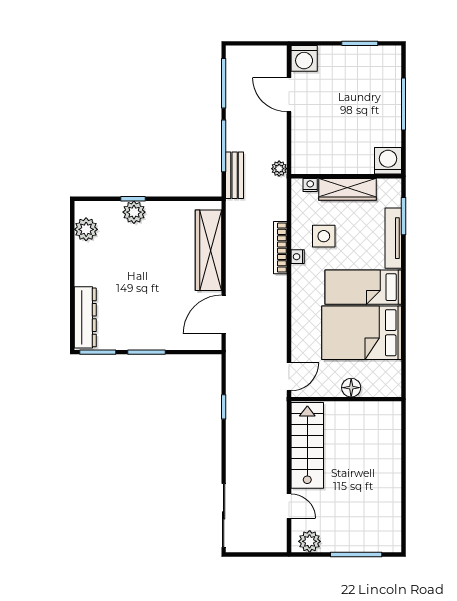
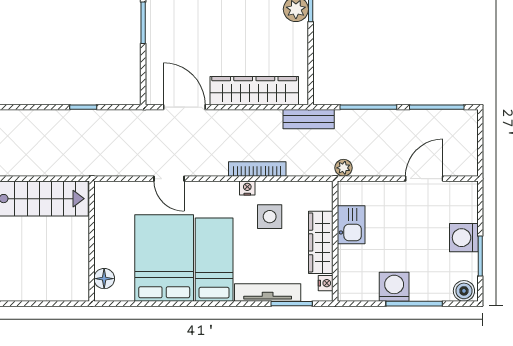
washing machine: (304, 58) -> (464, 238), moved
boiler: (392, 58) -> (464, 291), added
washing machine: (388, 161) -> (394, 287), moved, turned -90
kitchen sink: (331, 162) -> (351, 225), added
bench: (235, 175) -> (309, 119), moved
nightstand: (310, 185) -> (326, 283), moved
door: (289, 377) -> (169, 179), moved
floor lamp: (351, 388) -> (104, 279), moved

